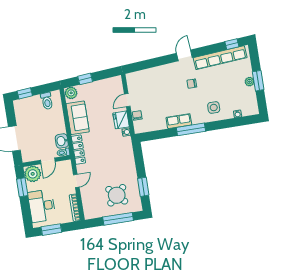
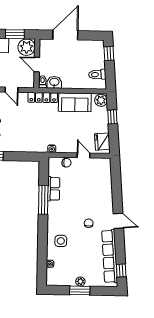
fridge: (121, 120) -> (102, 142), moved, turned -94
row of seats: (179, 121) -> (54, 189), moved
window: (191, 129) -> (43, 200), moved

